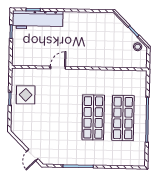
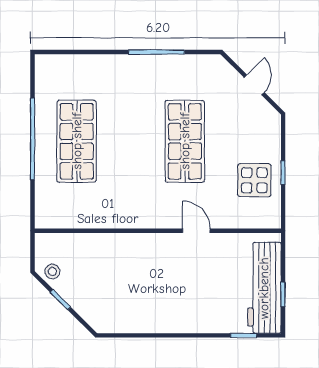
workbench: (38, 20) -> (264, 288), moved, turned -90
door: (58, 68) -> (196, 231), swing flipped
shop shelf: (93, 117) -> (185, 141), moved
door: (32, 155) -> (254, 85), moved

